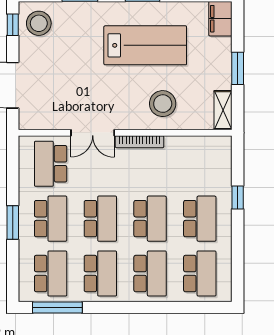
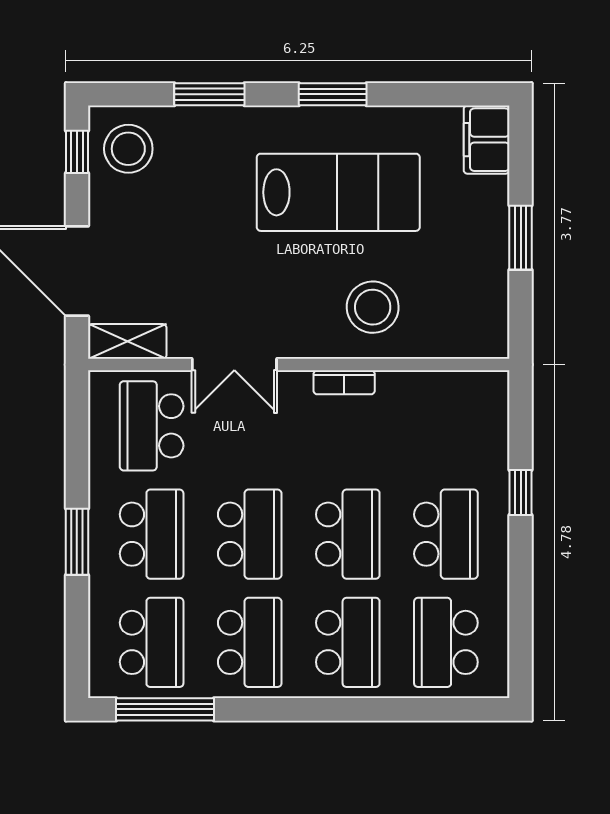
shelving: (223, 110) -> (127, 341), moved, turned 90
bookcase: (140, 142) -> (344, 382), width x0.64
school desk: (200, 274) -> (446, 642), turned 180

